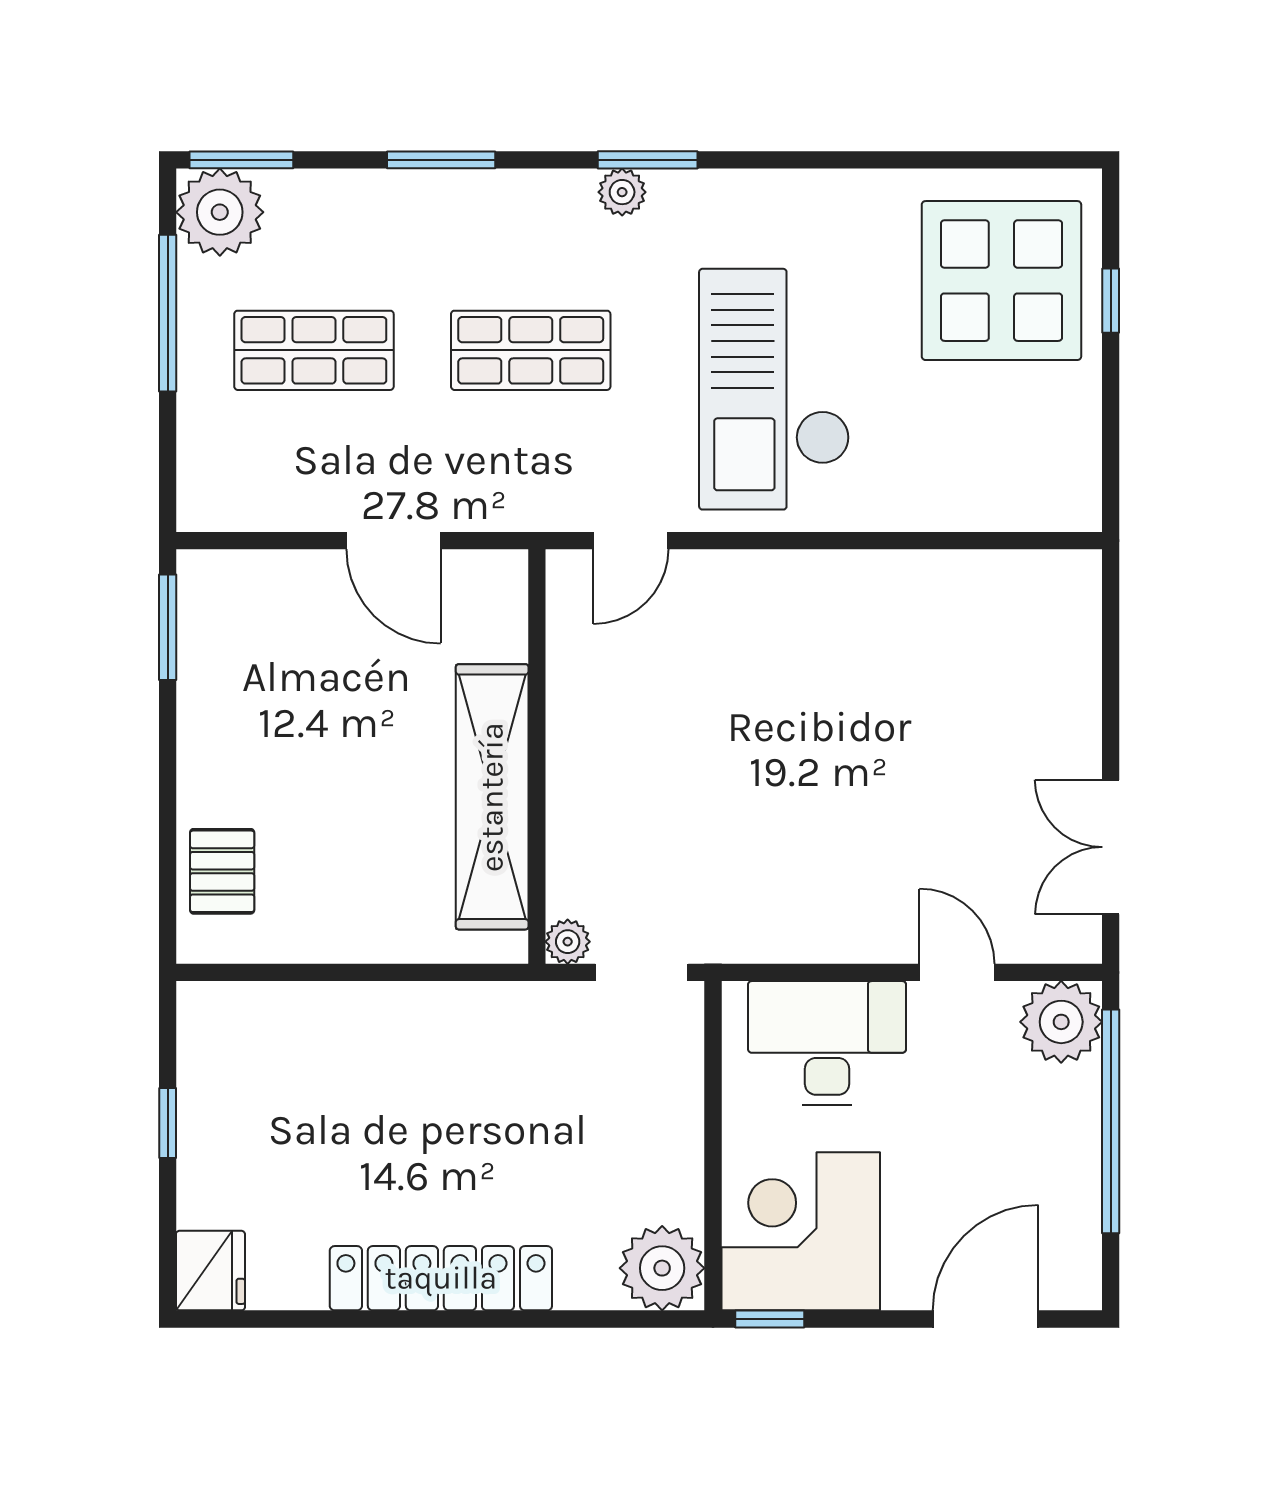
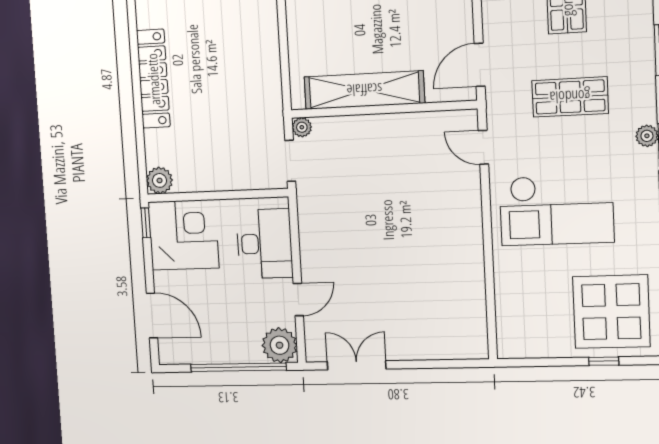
shop shelf: (531, 350) -> (570, 97), turned 90
checkout: (774, 389) -> (556, 210), turned 180
door: (393, 541) -> (480, 65), moved
plant: (662, 1268) -> (160, 180), width x0.73, depth x0.73

